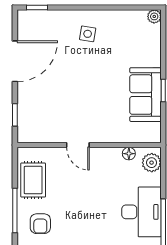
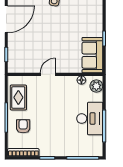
sofa: (145, 95) -> (92, 55), moved
door: (78, 145) -> (48, 74), swing flipped
armchair: (40, 224) -> (23, 126), turned 180

